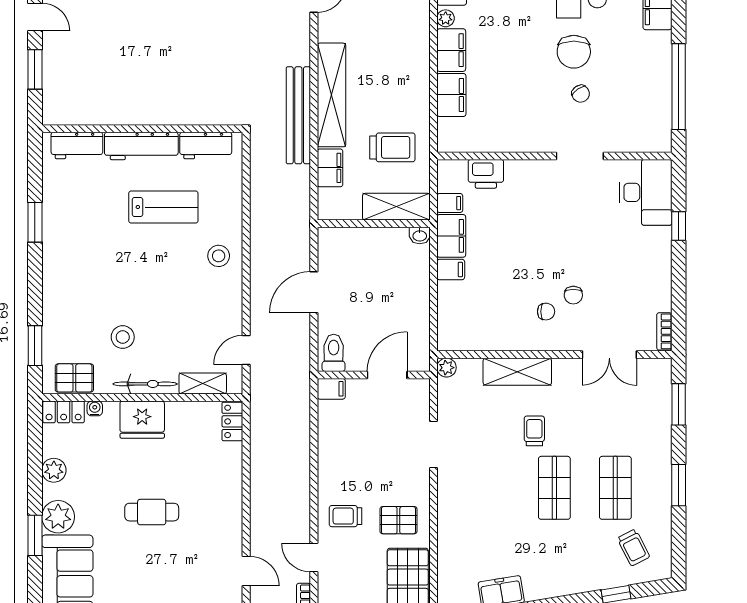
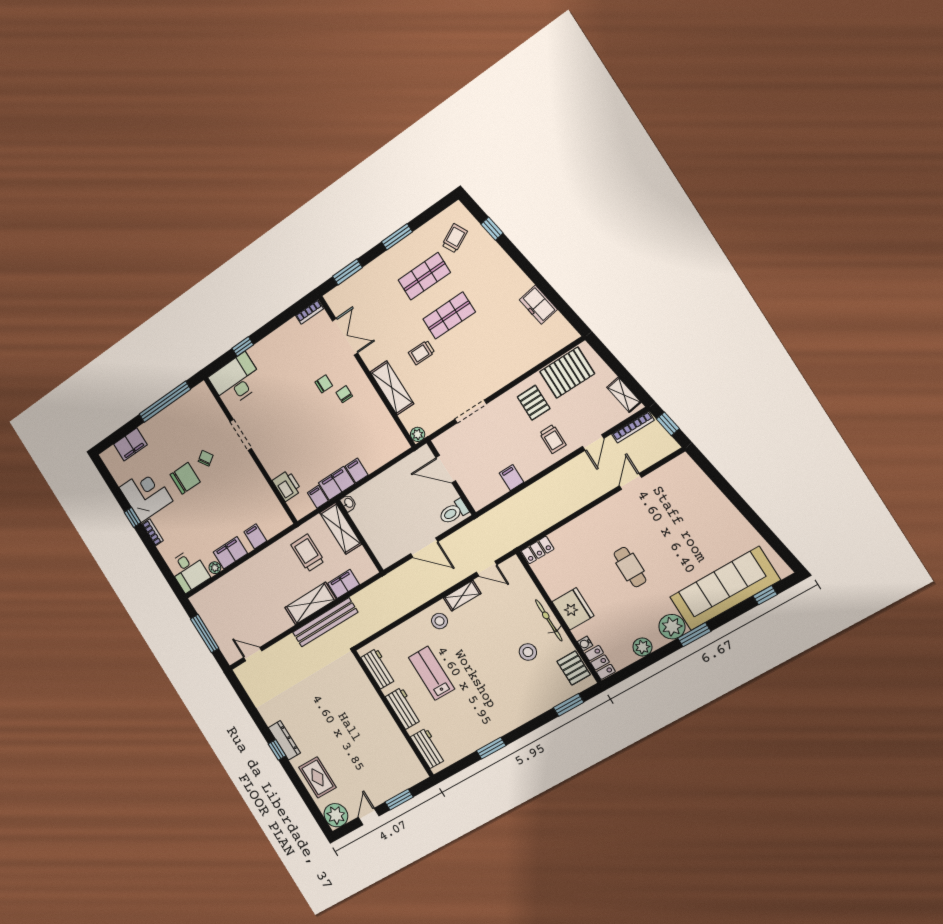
shelving: (331, 95) -> (310, 603), width x0.68
filing cabinet: (451, 95) -> (255, 536), width x0.50
workbench: (141, 146) -> (404, 708), width x0.73
shelving: (203, 384) -> (462, 596), moved, turned 90
filing cabinet: (331, 389) -> (512, 478), moved

